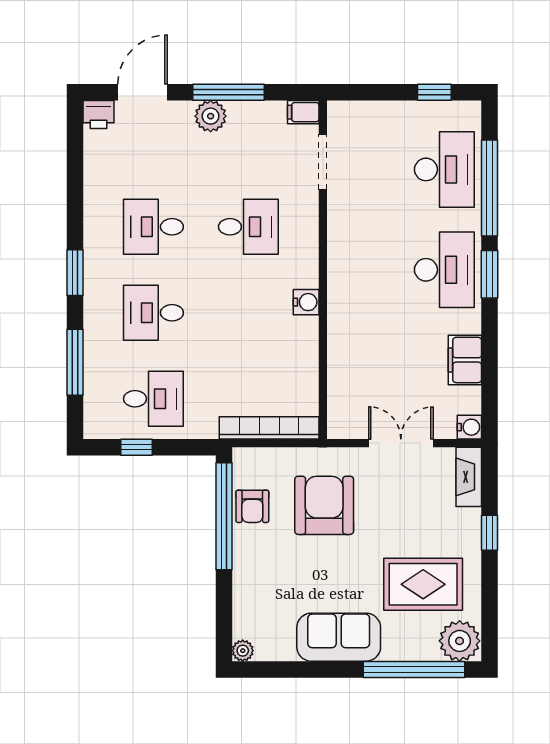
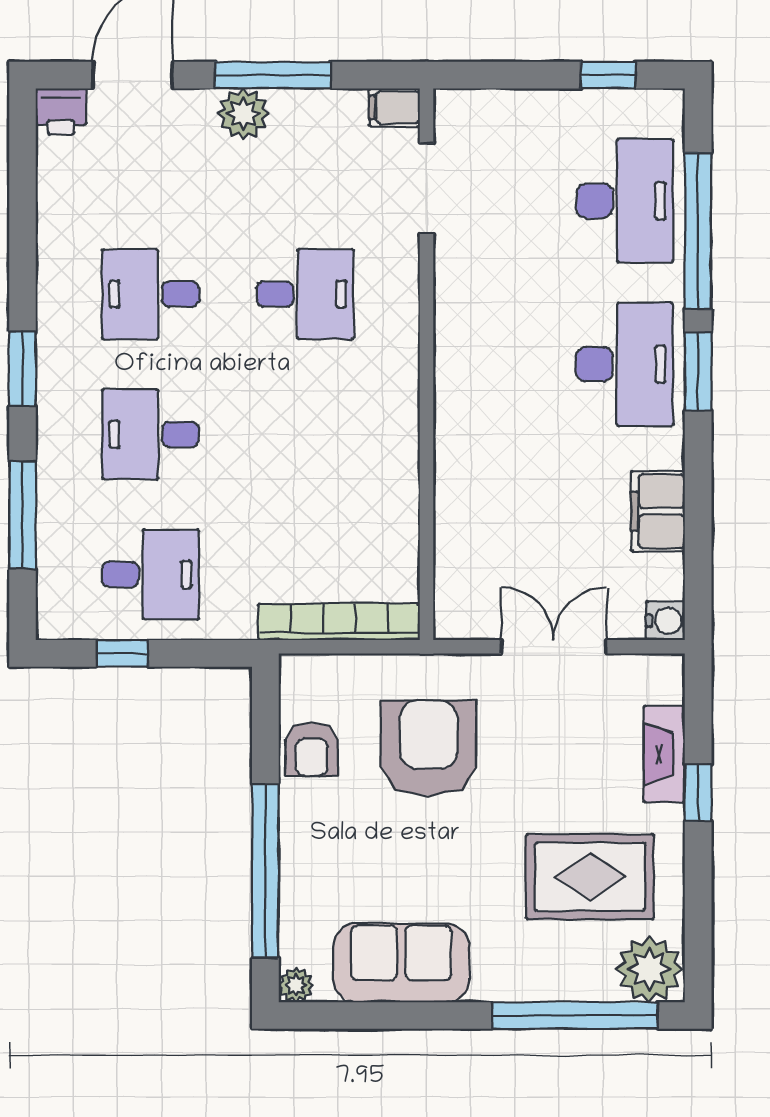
water cooler: (306, 302) -> (399, 417), removed
fireplace: (469, 477) -> (664, 754), moved
window: (224, 516) -> (265, 871), moved
sofa: (339, 637) -> (401, 963), moved

